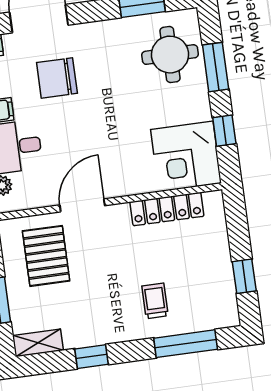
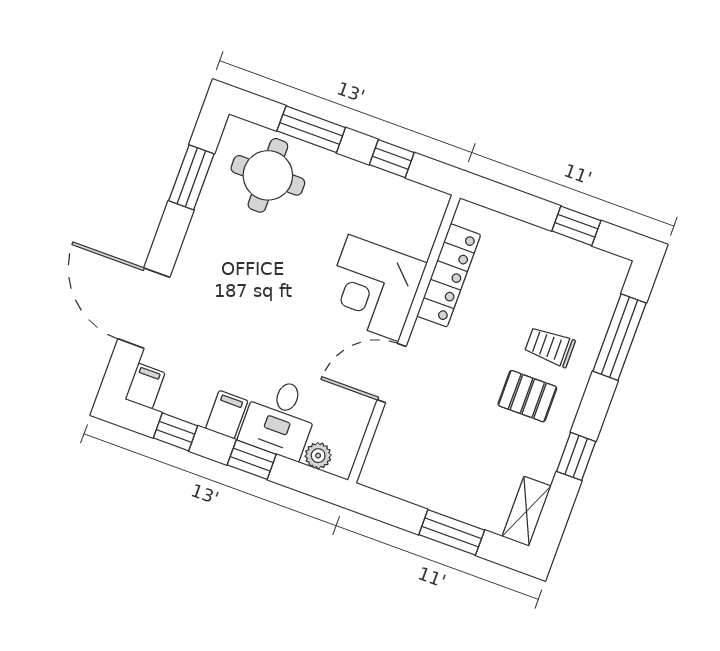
chair: (57, 78) -> (225, 324), removed
corner desk: (186, 156) -> (373, 288), moved, turned 90
door: (82, 205) -> (392, 373), hinge flipped
pallet: (46, 256) -> (527, 396), moved, width x0.67, depth x0.71

